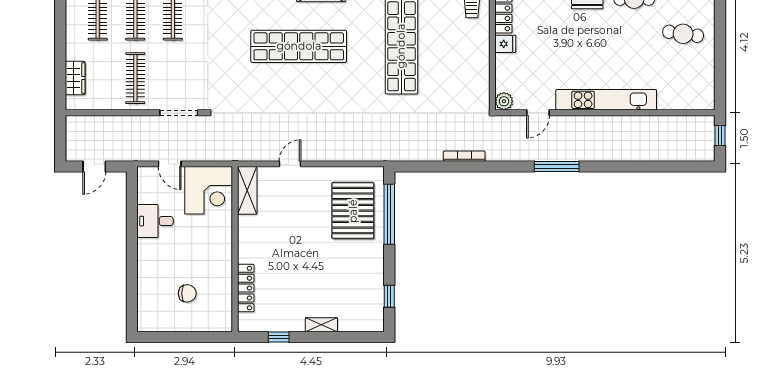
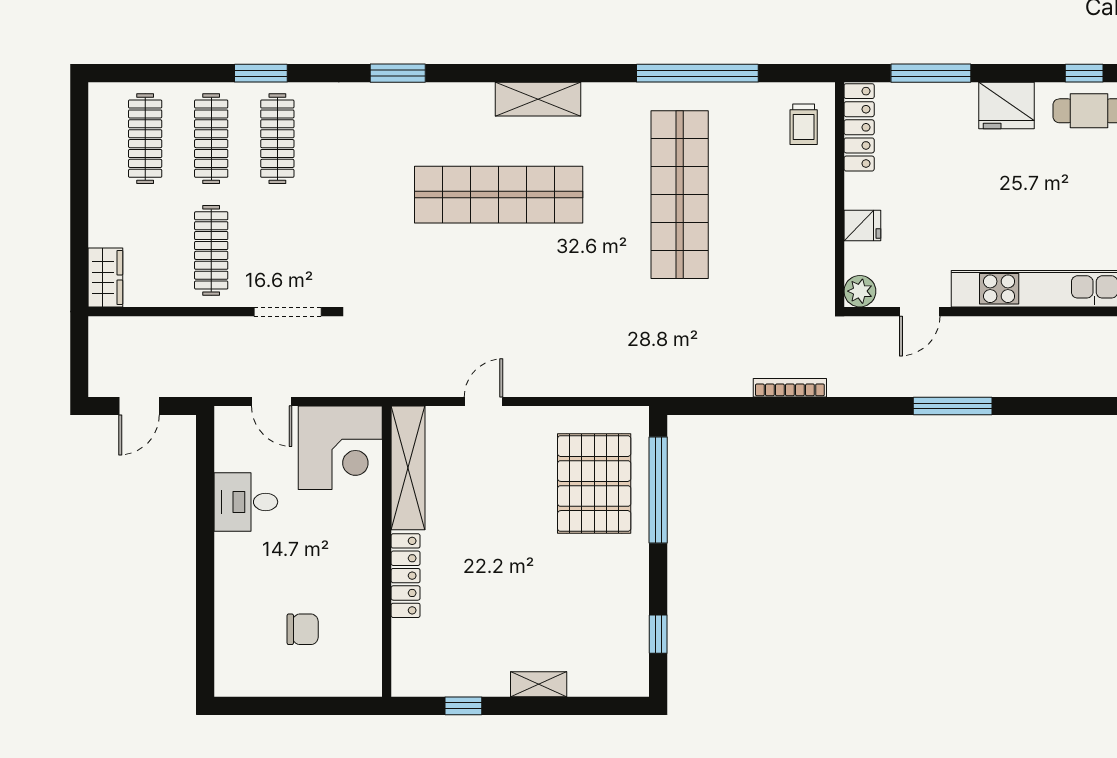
fridge: (505, 44) -> (862, 226), moved
wardrobe: (75, 78) -> (105, 277), moved
shelving: (247, 190) -> (408, 468), width x1.47
locker: (246, 288) -> (406, 576), moved

